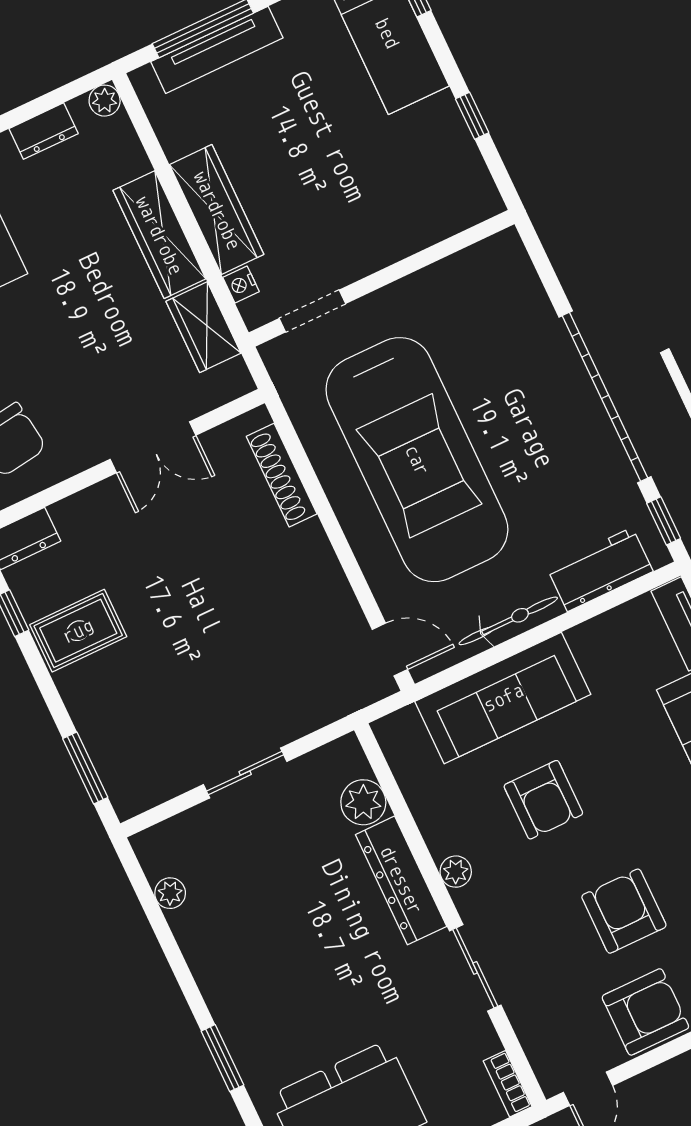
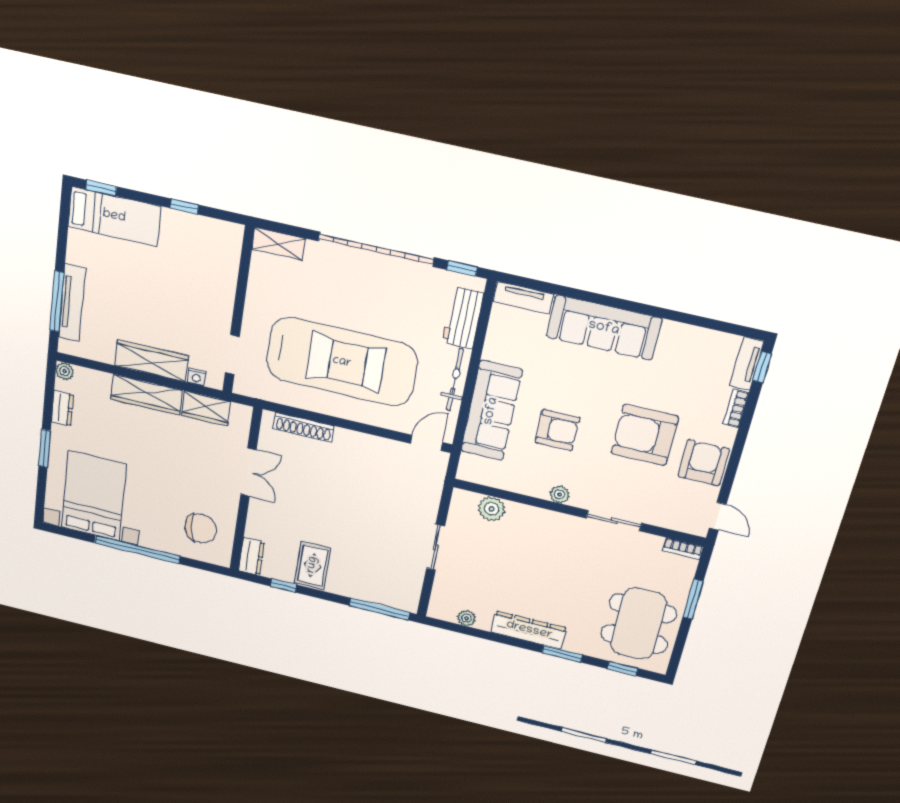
shelving: (516, 269) -> (278, 244), added
window: (85, 768) -> (379, 609), width x1.44
dresser: (401, 880) -> (529, 630), moved, turned 180
armchair: (624, 911) -> (645, 435), width x1.36, depth x1.36

